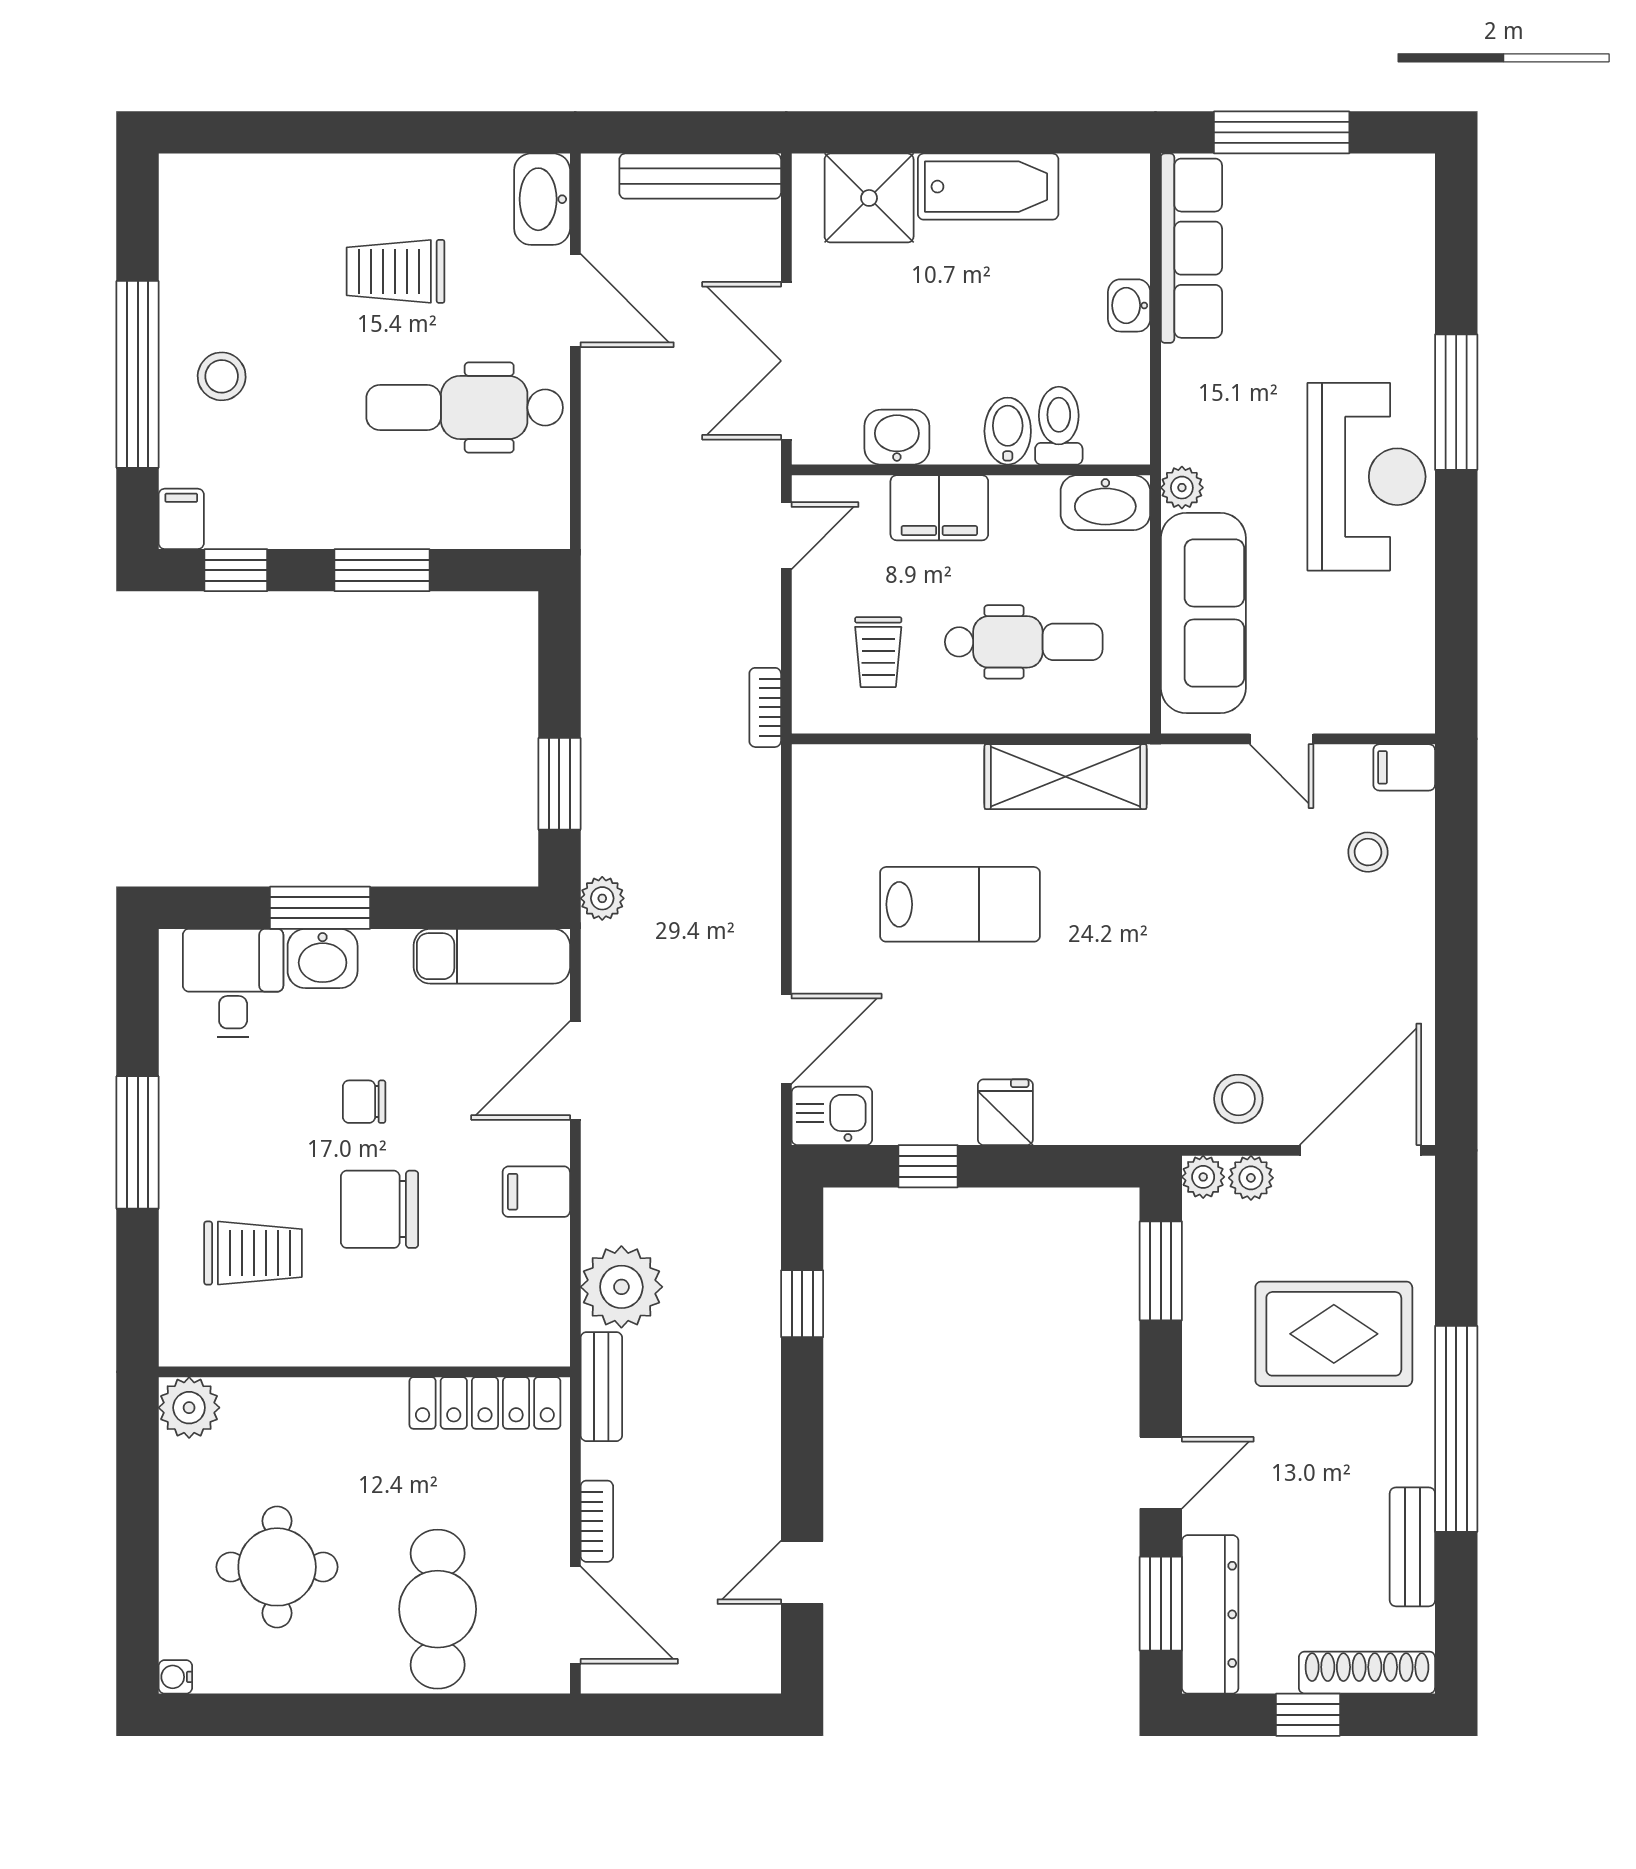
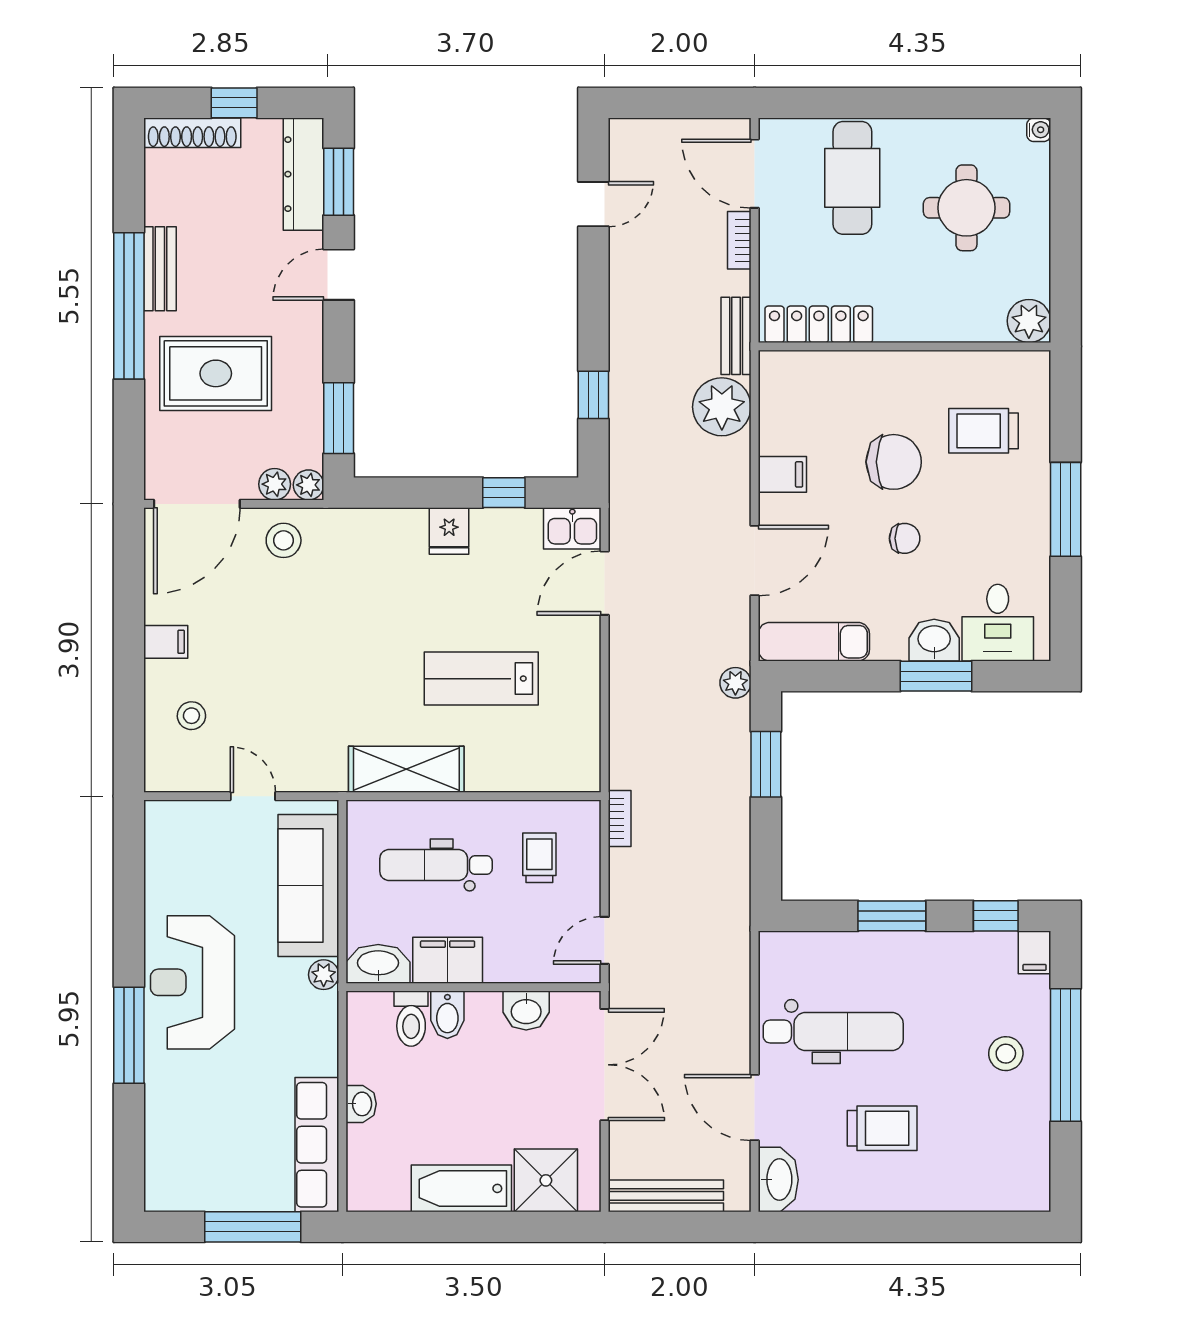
filing cabinet: (939, 508) -> (448, 960), moved
filing cabinet: (1404, 767) -> (166, 642), moved
bench: (1412, 1547) -> (160, 269), moved

